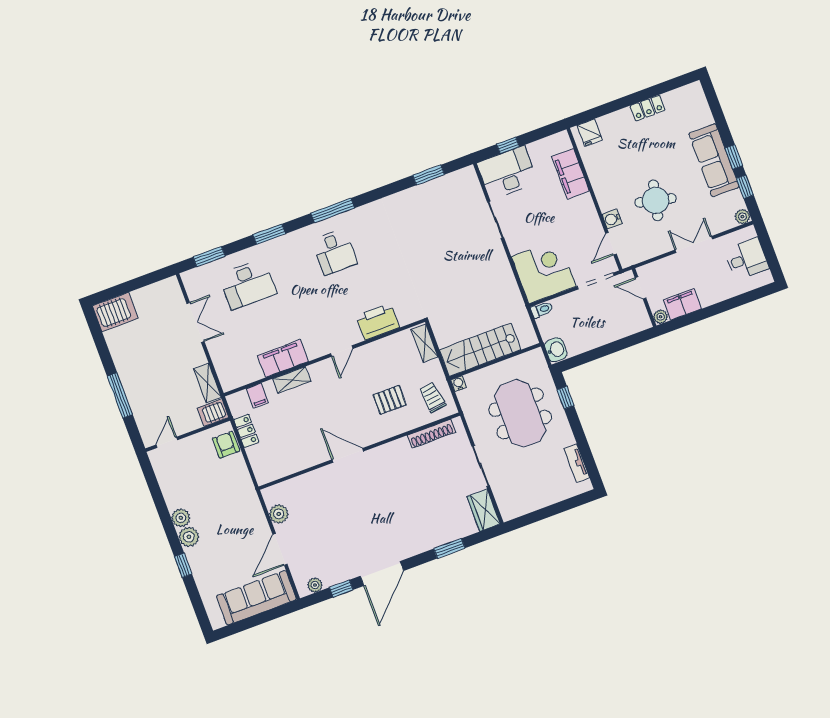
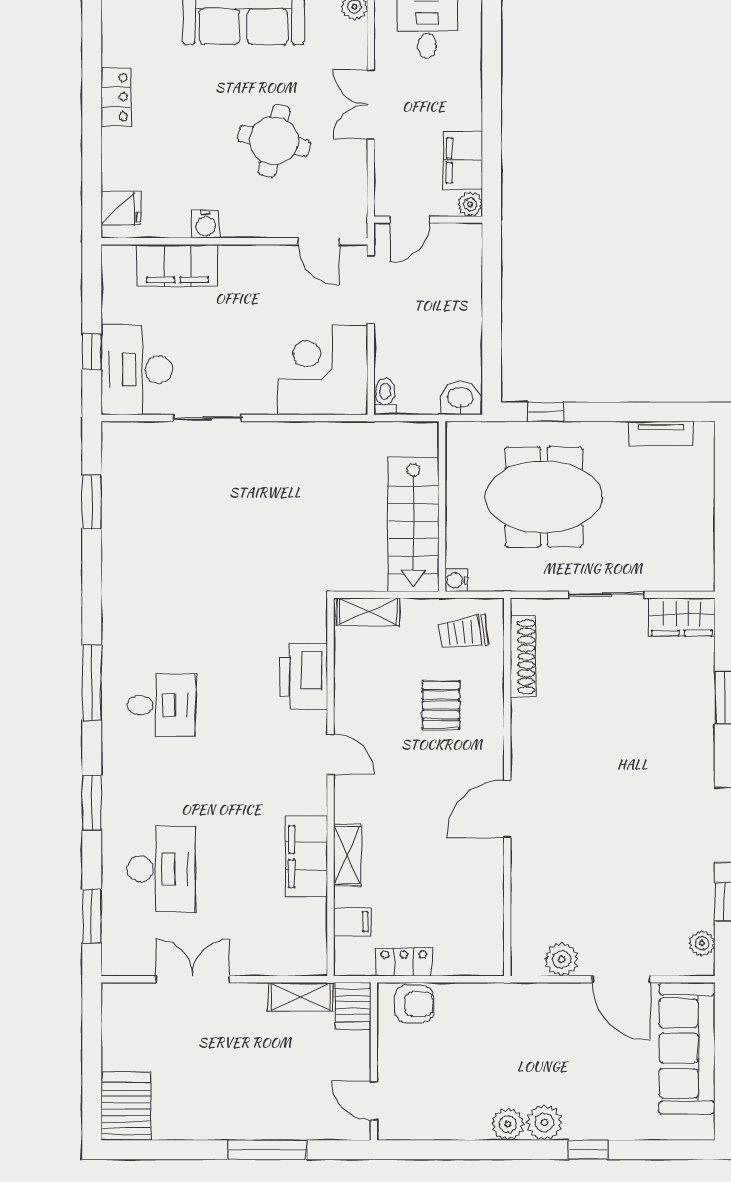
water cooler: (612, 219) -> (205, 224), moved
armchair: (226, 445) -> (414, 1004), turned 180

